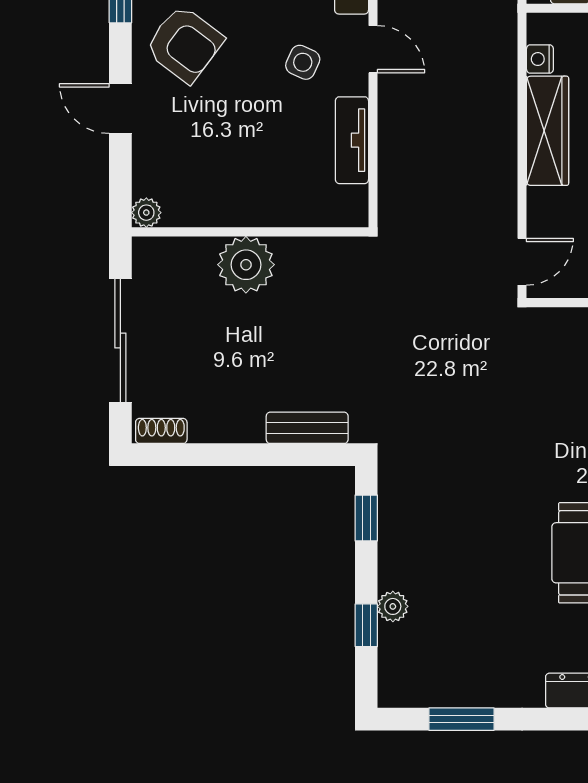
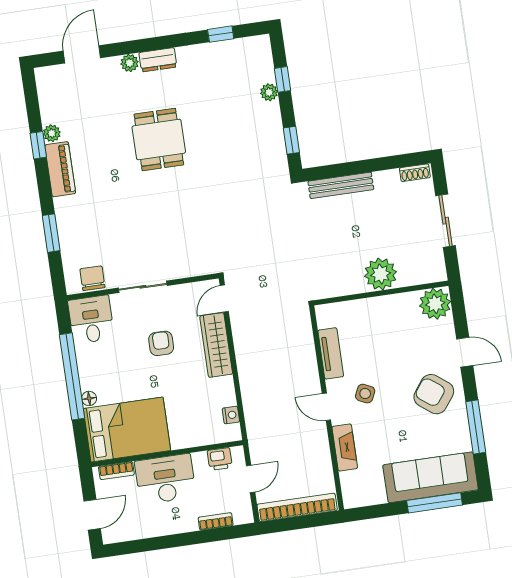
wardrobe: (548, 131) -> (216, 345), moved
plant: (146, 213) -> (435, 304), width x1.88, depth x1.88
sliding door: (120, 341) -> (446, 221), width x0.73
bench: (307, 428) -> (341, 185), width x1.36
window: (461, 719) -> (221, 34), width x0.67

